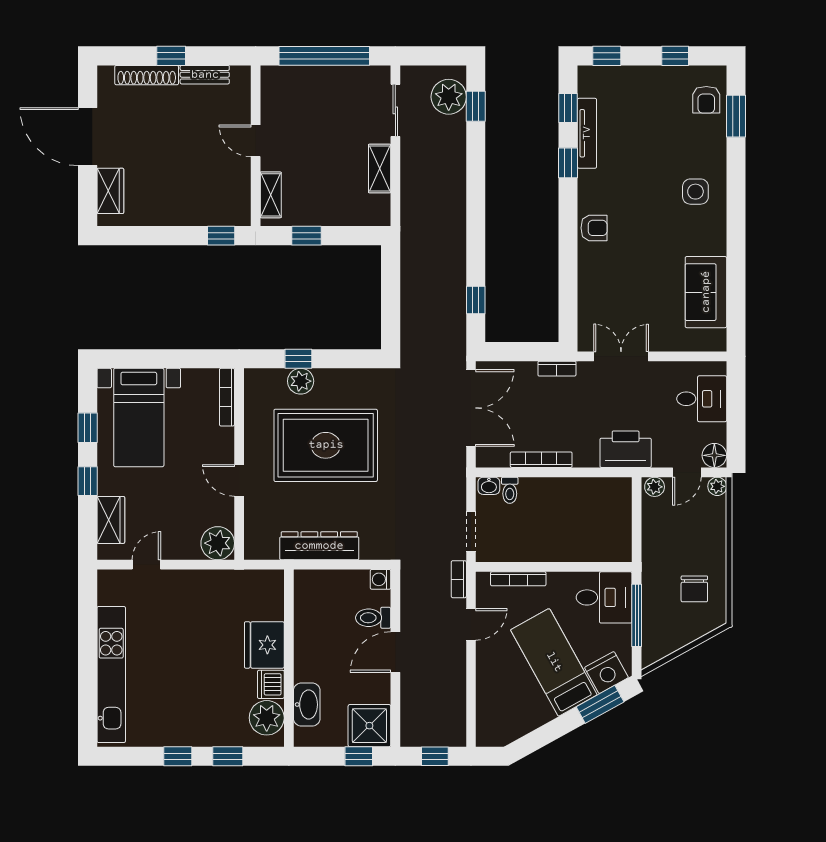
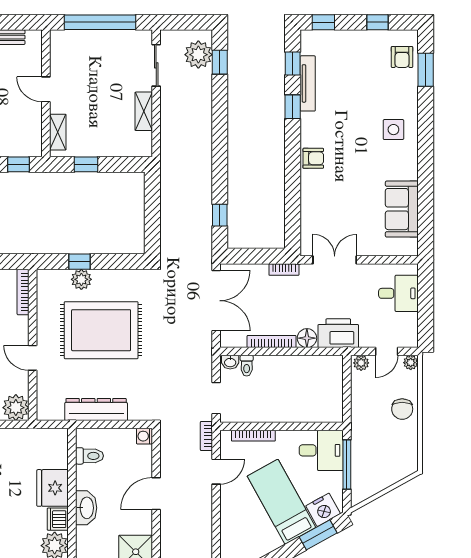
floor lamp: (714, 455) -> (307, 338), moved
chair: (694, 589) -> (402, 409), moved
toilet: (373, 618) -> (89, 456), moved, turned 180
washbasin: (307, 705) -> (86, 508), moved

